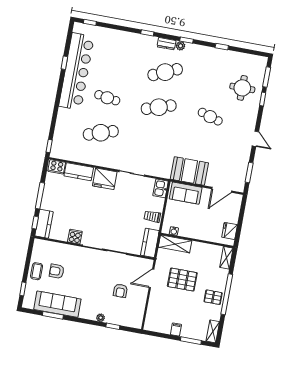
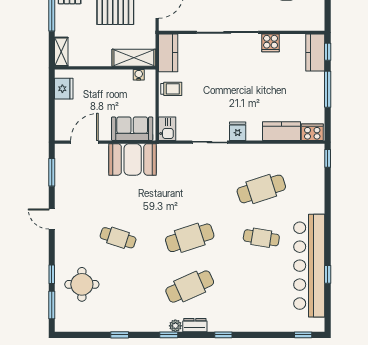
fridge: (105, 179) -> (238, 131), width x0.53, depth x0.75

